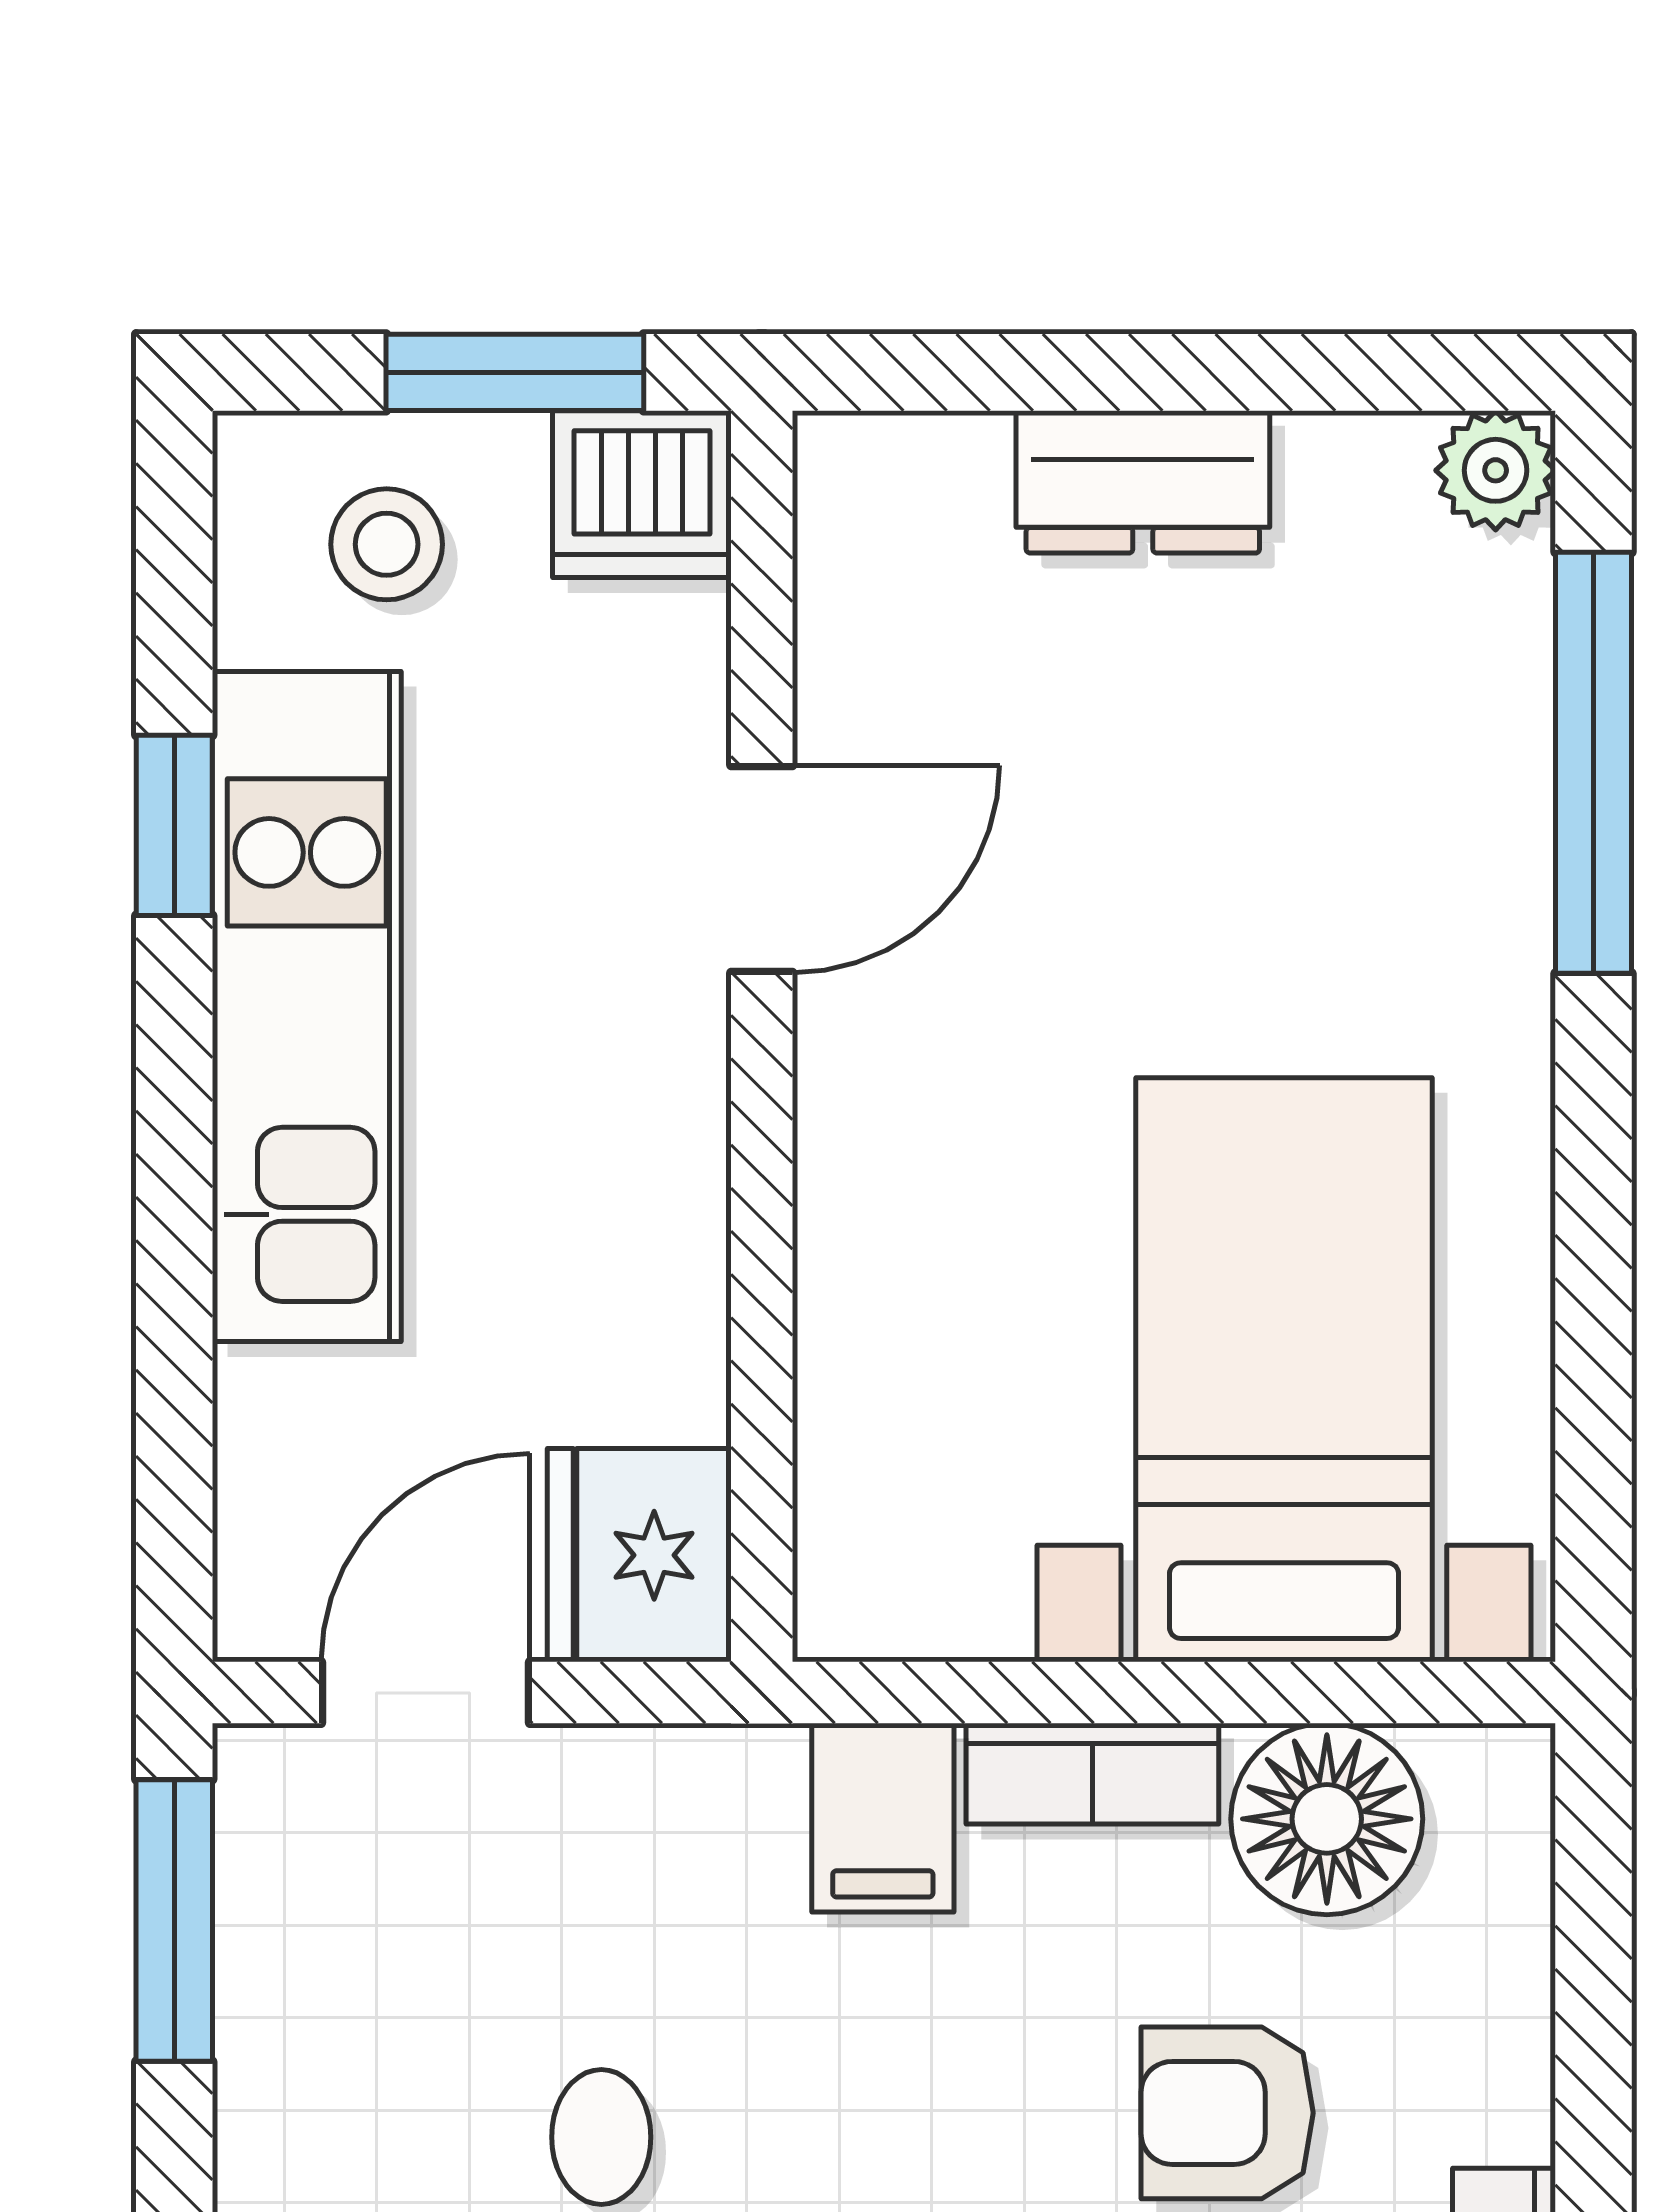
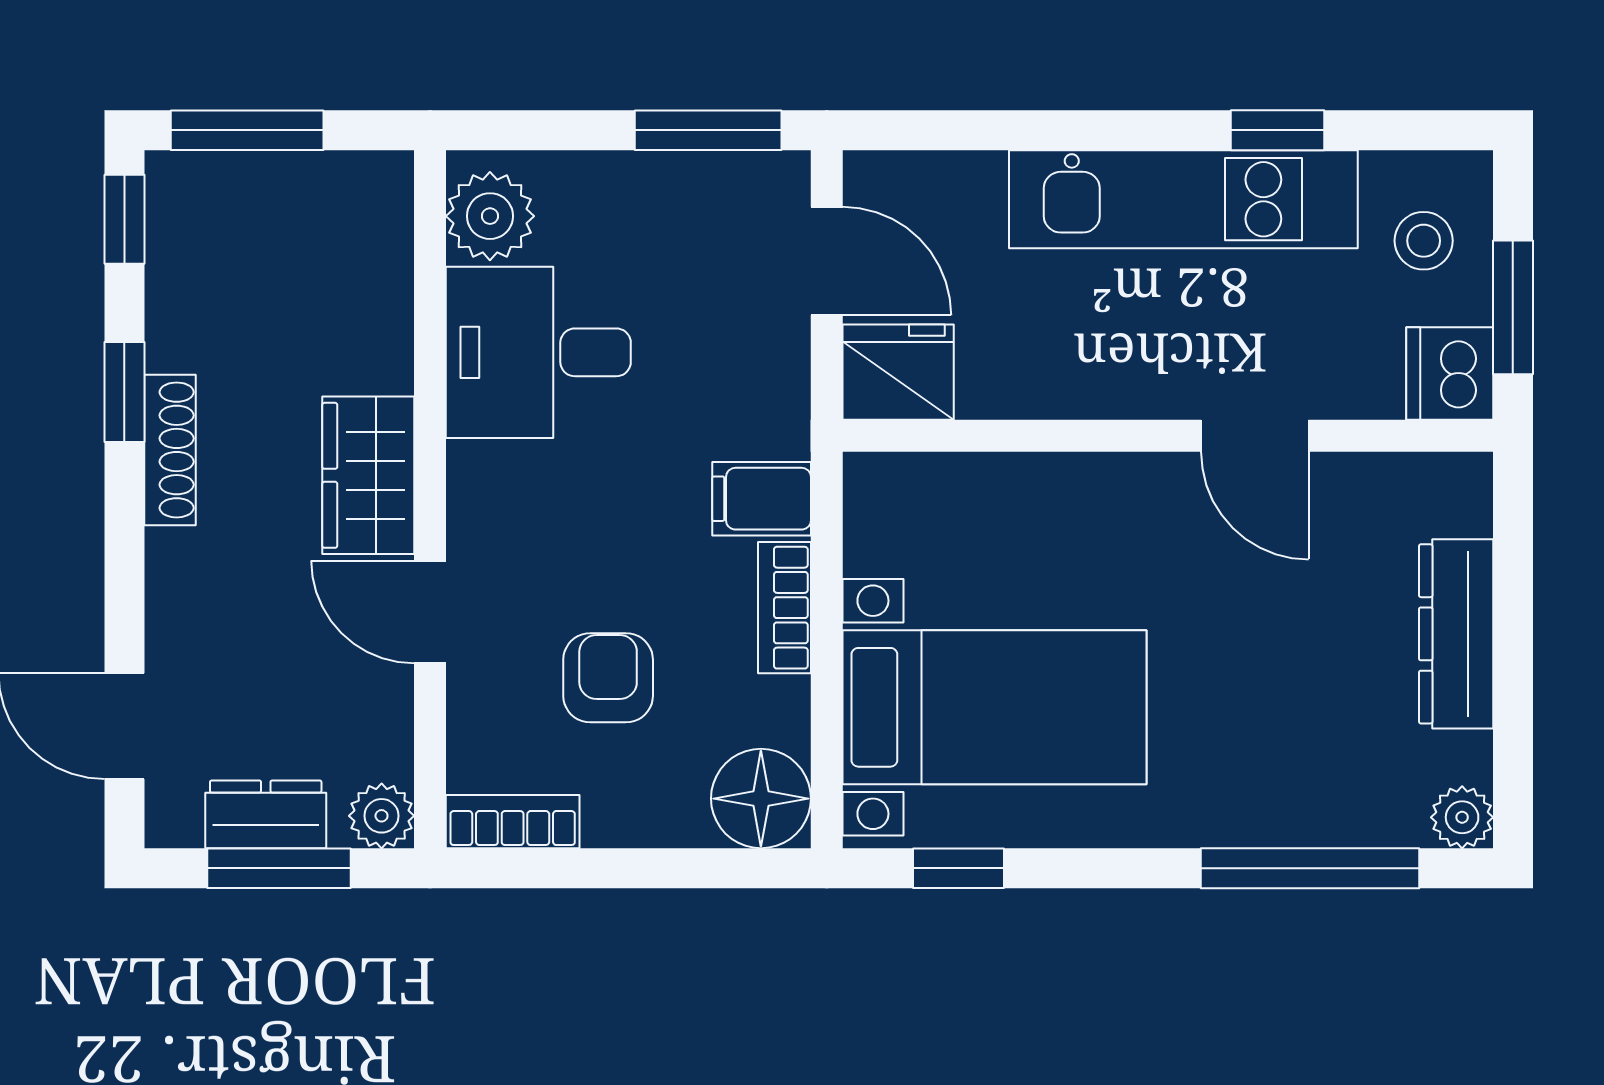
dresser: (1143, 482) -> (1456, 634), width x1.44
window: (1594, 1439) -> (958, 868), added
floor lamp: (1327, 1819) -> (761, 799), moved

